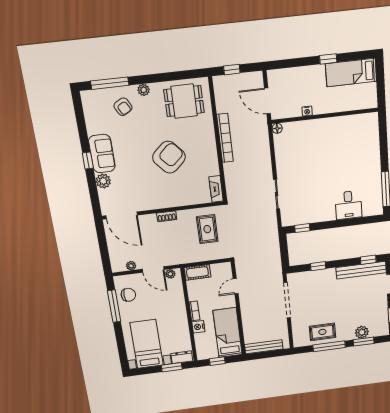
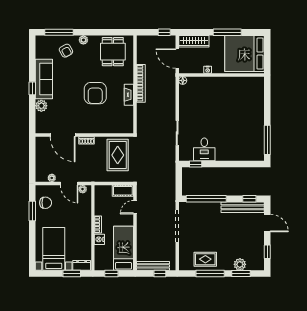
window: (328, 59) -> (227, 32), width x2.17
window: (232, 70) -> (164, 32), moved
bed: (351, 73) -> (244, 54), width x2.04
wardrobe: (286, 76) -> (194, 41), added
dining table: (184, 101) -> (113, 52), turned 90
sofa: (102, 154) -> (44, 79), width x1.36
armchair: (169, 157) -> (95, 93), turned 132
fireplace: (216, 189) -> (129, 95), moved
desk: (348, 205) -> (204, 149), moved
door: (122, 215) -> (63, 135), moved
rug: (207, 229) -> (118, 155), width x1.36, depth x1.43
window: (318, 266) -> (206, 199), width x3.17
cot: (197, 272) -> (123, 191), moved
window: (114, 306) -> (32, 211), width x0.69
window: (272, 354) -> (160, 274), added

